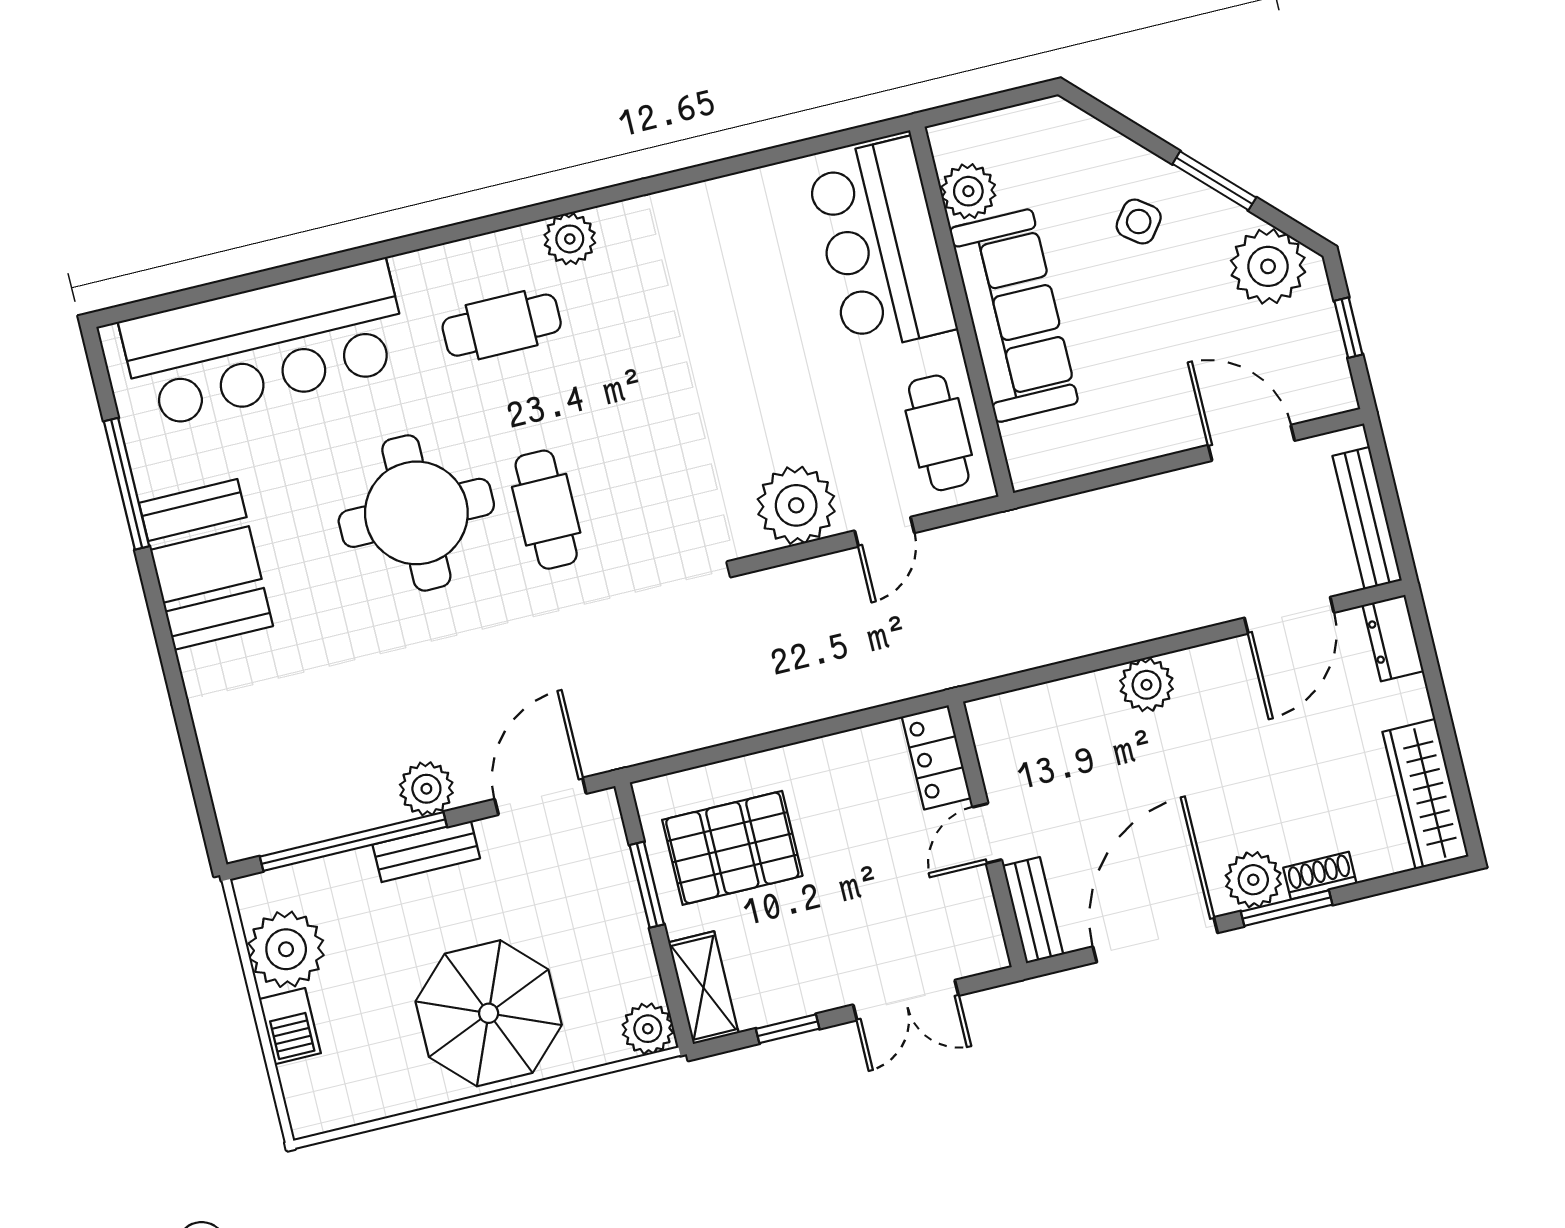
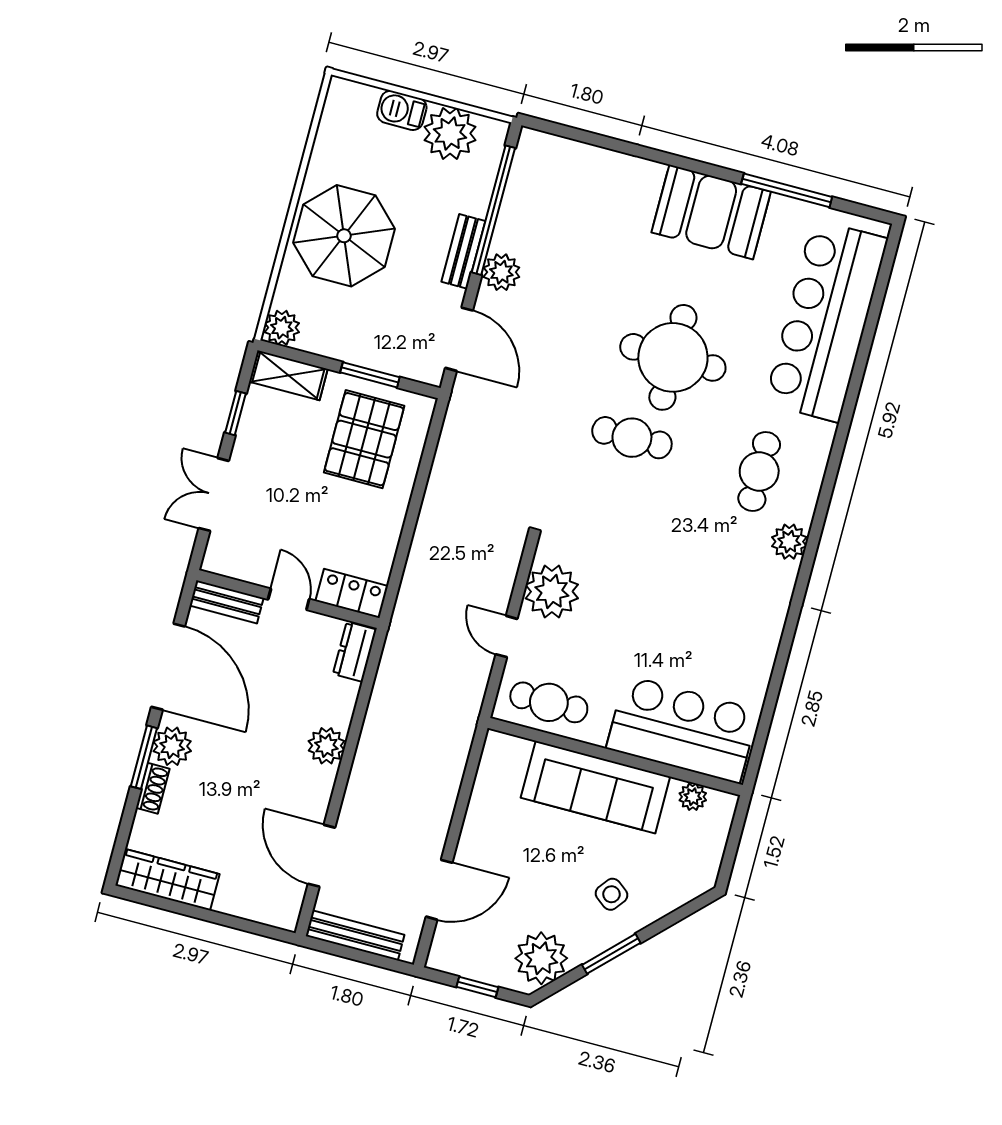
plant: (968, 191) -> (693, 797), width x0.73, depth x0.73
dresser: (1393, 638) -> (355, 652), moved, turned -90

